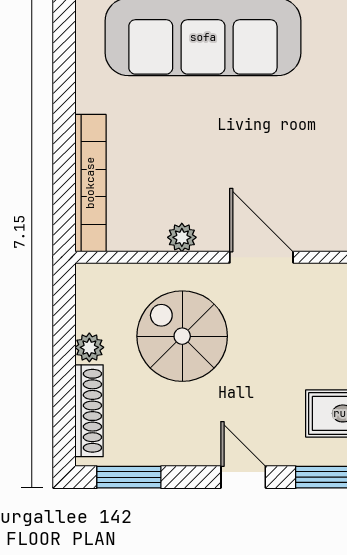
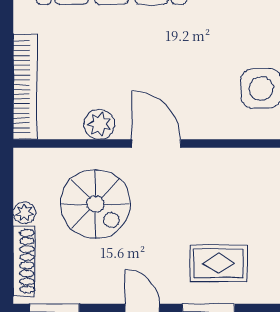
plant: (182, 237) -> (99, 124), width x1.38, depth x1.38
spiral stairs: (182, 336) -> (95, 204), turned 180

